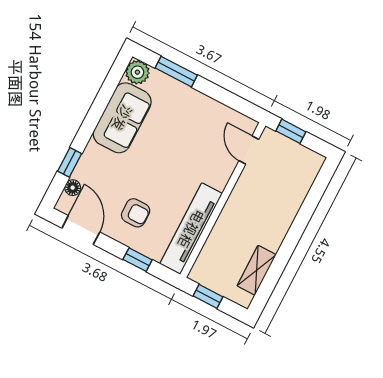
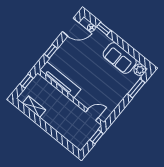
armchair: (136, 213) -> (73, 55), removed

